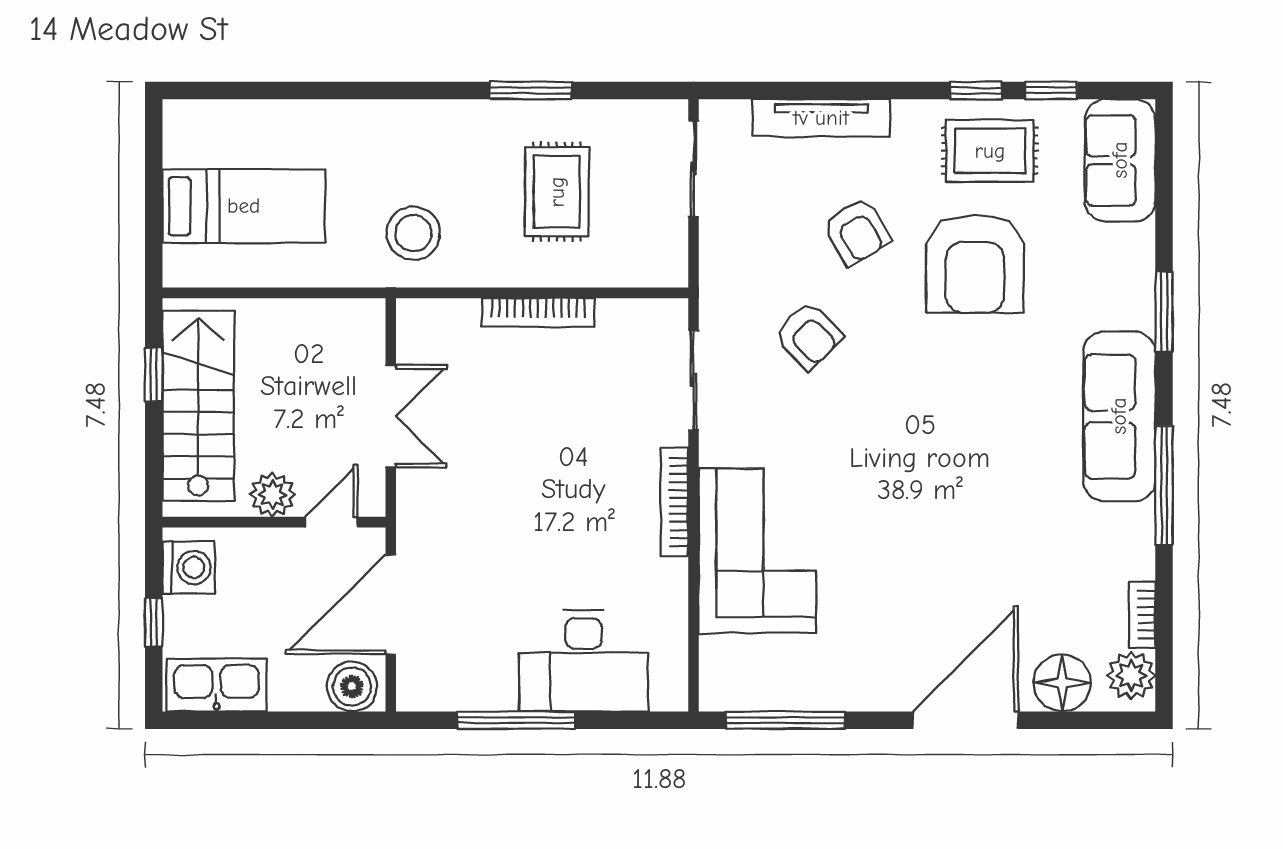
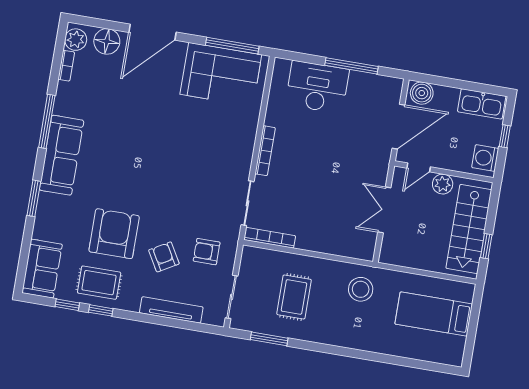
window: (531, 90) -> (269, 339), moved
bookcase: (538, 312) -> (270, 238), moved
armchair: (809, 336) -> (207, 252), moved, turned -46
corner sofa: (757, 551) -> (221, 74), moved, turned -90

